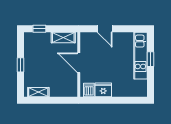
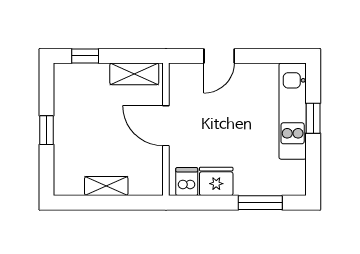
door: (105, 29) -> (219, 56), hinge flipped
shelving: (38, 92) -> (106, 186), moved
window: (125, 100) -> (260, 203), added

